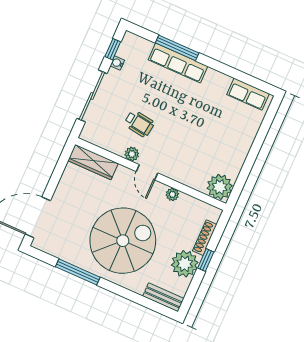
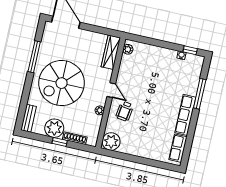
row of seats: (178, 63) -> (185, 115), moved
sliding door: (92, 96) -> (156, 42), removed
wheelchair: (139, 124) -> (125, 111), moved
plant: (132, 154) -> (128, 49), moved
door: (147, 172) -> (111, 90), swing flipped
spiral stairs: (123, 241) -> (62, 83), turned 90

